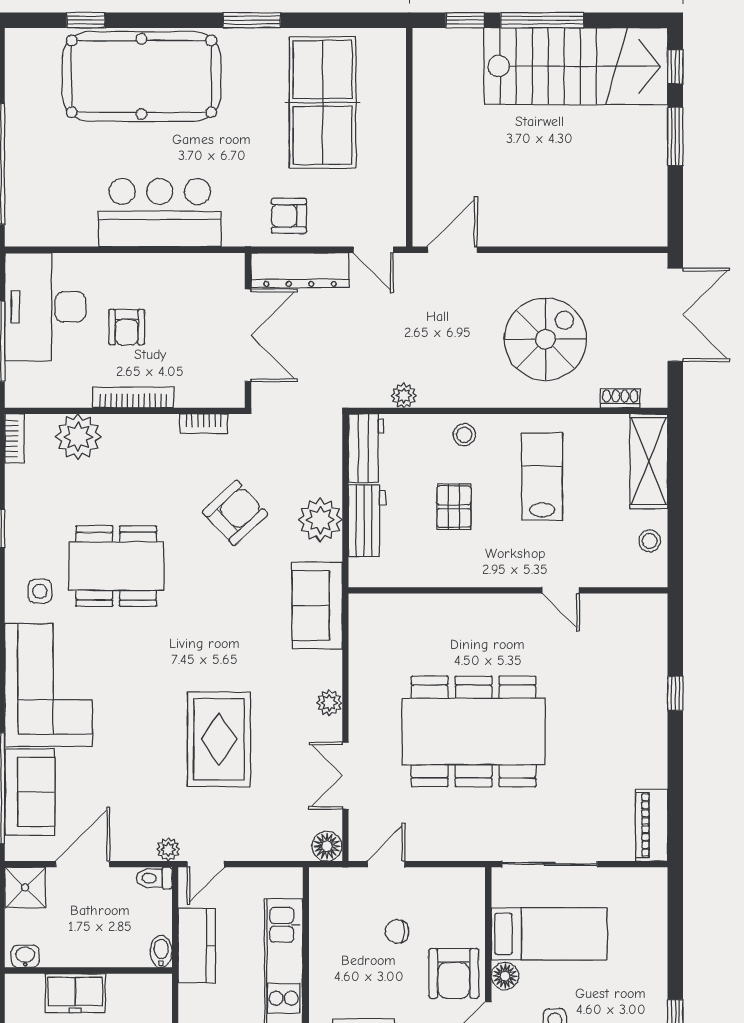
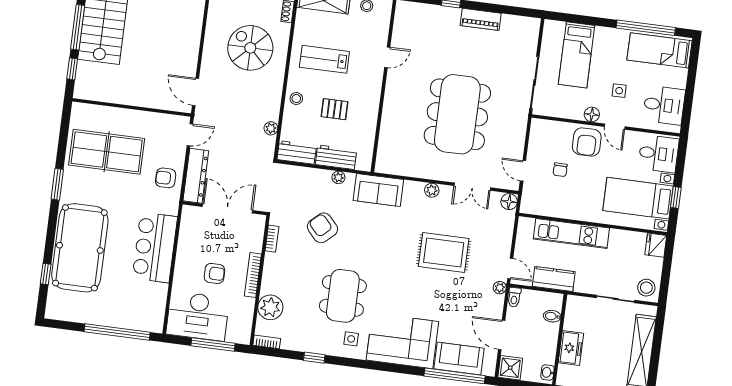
armchair: (289, 216) -> (166, 178), turned 90
plant: (320, 520) -> (338, 177), width x0.53, depth x0.53
piano: (652, 825) -> (481, 19), moved
bed: (549, 934) -> (577, 55), moved, turned 180
bidet: (161, 951) -> (552, 316), moved
armchair: (454, 973) -> (587, 142), turned 90

